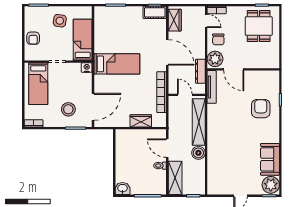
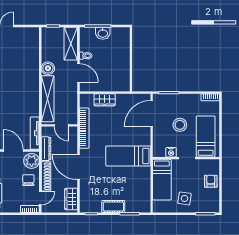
cot: (155, 12) -> (113, 207), moved
door: (206, 21) -> (40, 198), swing flipped
shoe rack: (200, 43) -> (46, 176), added
nightstand: (87, 68) -> (171, 152), moved
stool: (68, 109) -> (180, 125), moved
washbasin: (123, 188) -> (103, 33), moved

